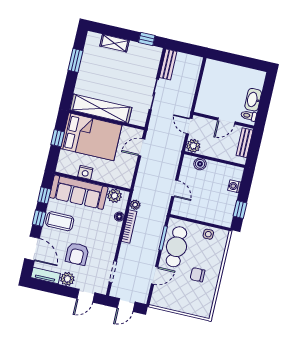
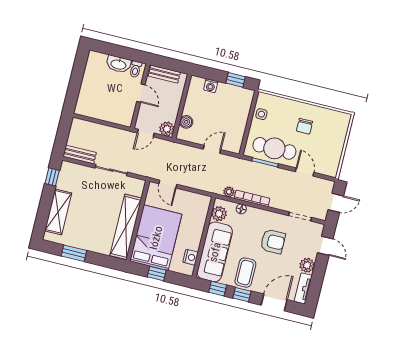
shelving: (115, 43) -> (58, 212), width x1.50, depth x1.33
nightstand: (85, 172) -> (191, 257), moved
armchair: (77, 254) -> (273, 241), moved
door: (126, 305) -> (336, 203), hinge flipped

